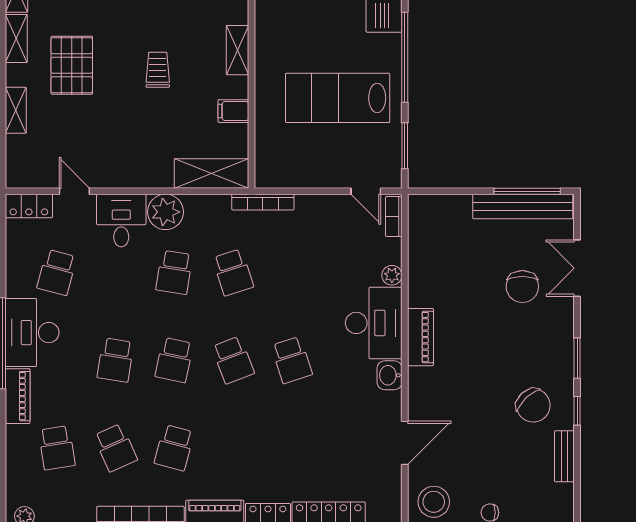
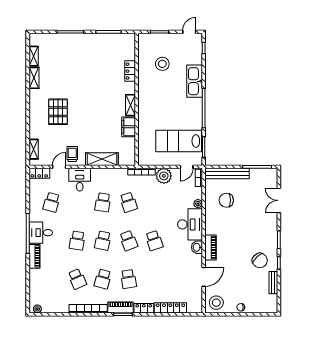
shelving: (16, 39) -> (34, 100), removed
trolley: (158, 70) -> (72, 154), moved
lab bench: (338, 98) -> (179, 141), moved
shelving: (16, 110) -> (34, 149), moved
filing cabinet: (233, 111) -> (129, 127), width x2.00
shelving: (211, 173) -> (102, 159), moved
door: (74, 191) -> (59, 167), hinge flipped
door: (366, 191) -> (187, 167), hinge flipped
bench: (523, 207) -> (227, 174), moved
plant: (165, 212) -> (164, 176), moved
chair: (522, 287) -> (226, 200), moved, turned 90
desk: (32, 333) -> (41, 233), width x0.73
piano: (420, 337) -> (210, 247), moved
school desk: (57, 448) -> (128, 279), moved

